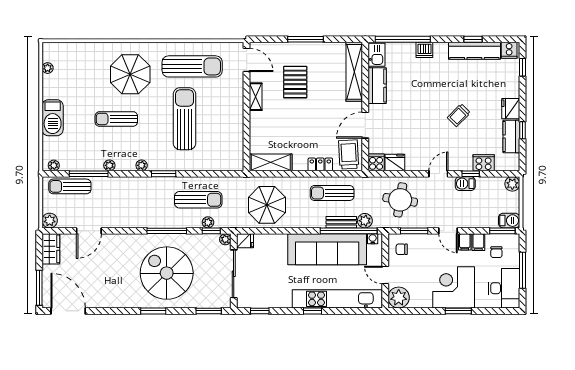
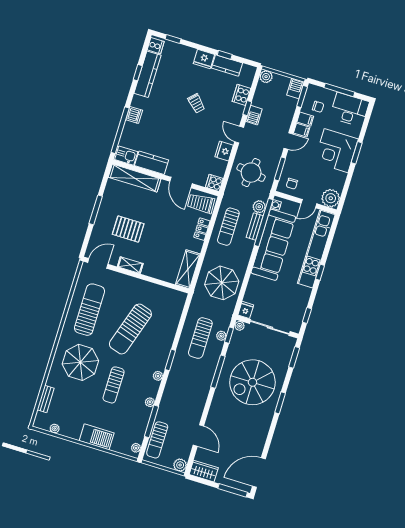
bench: (77, 48) -> (46, 399), added
sun lounger: (184, 119) -> (130, 329), turned -72
fridge: (395, 162) -> (224, 151), moved
sun lounger: (198, 200) -> (200, 338), turned 180

